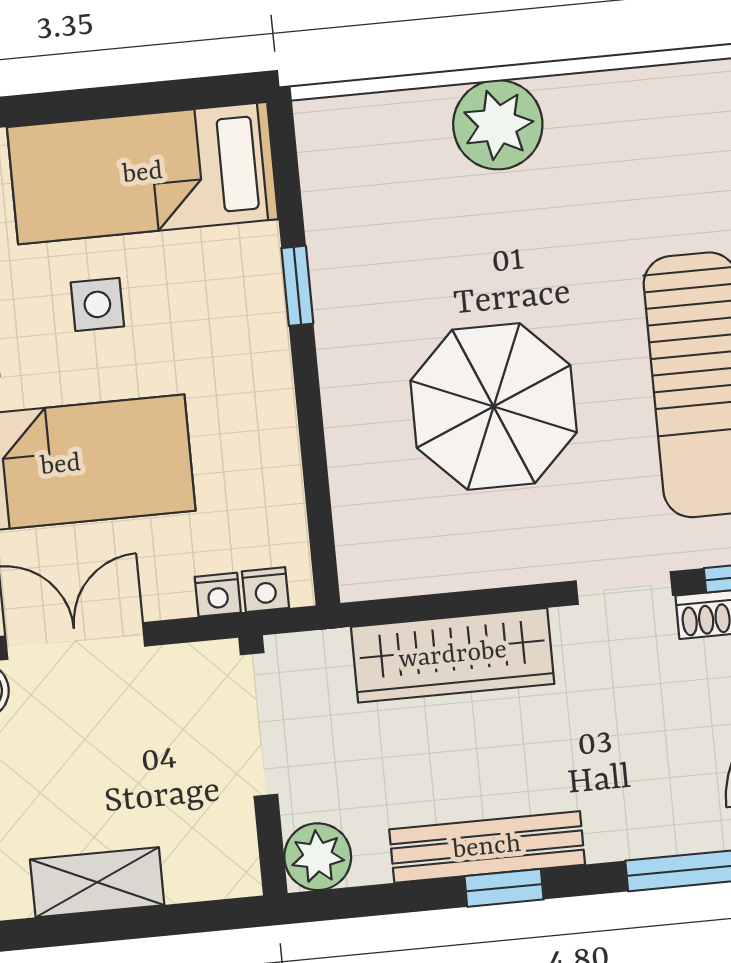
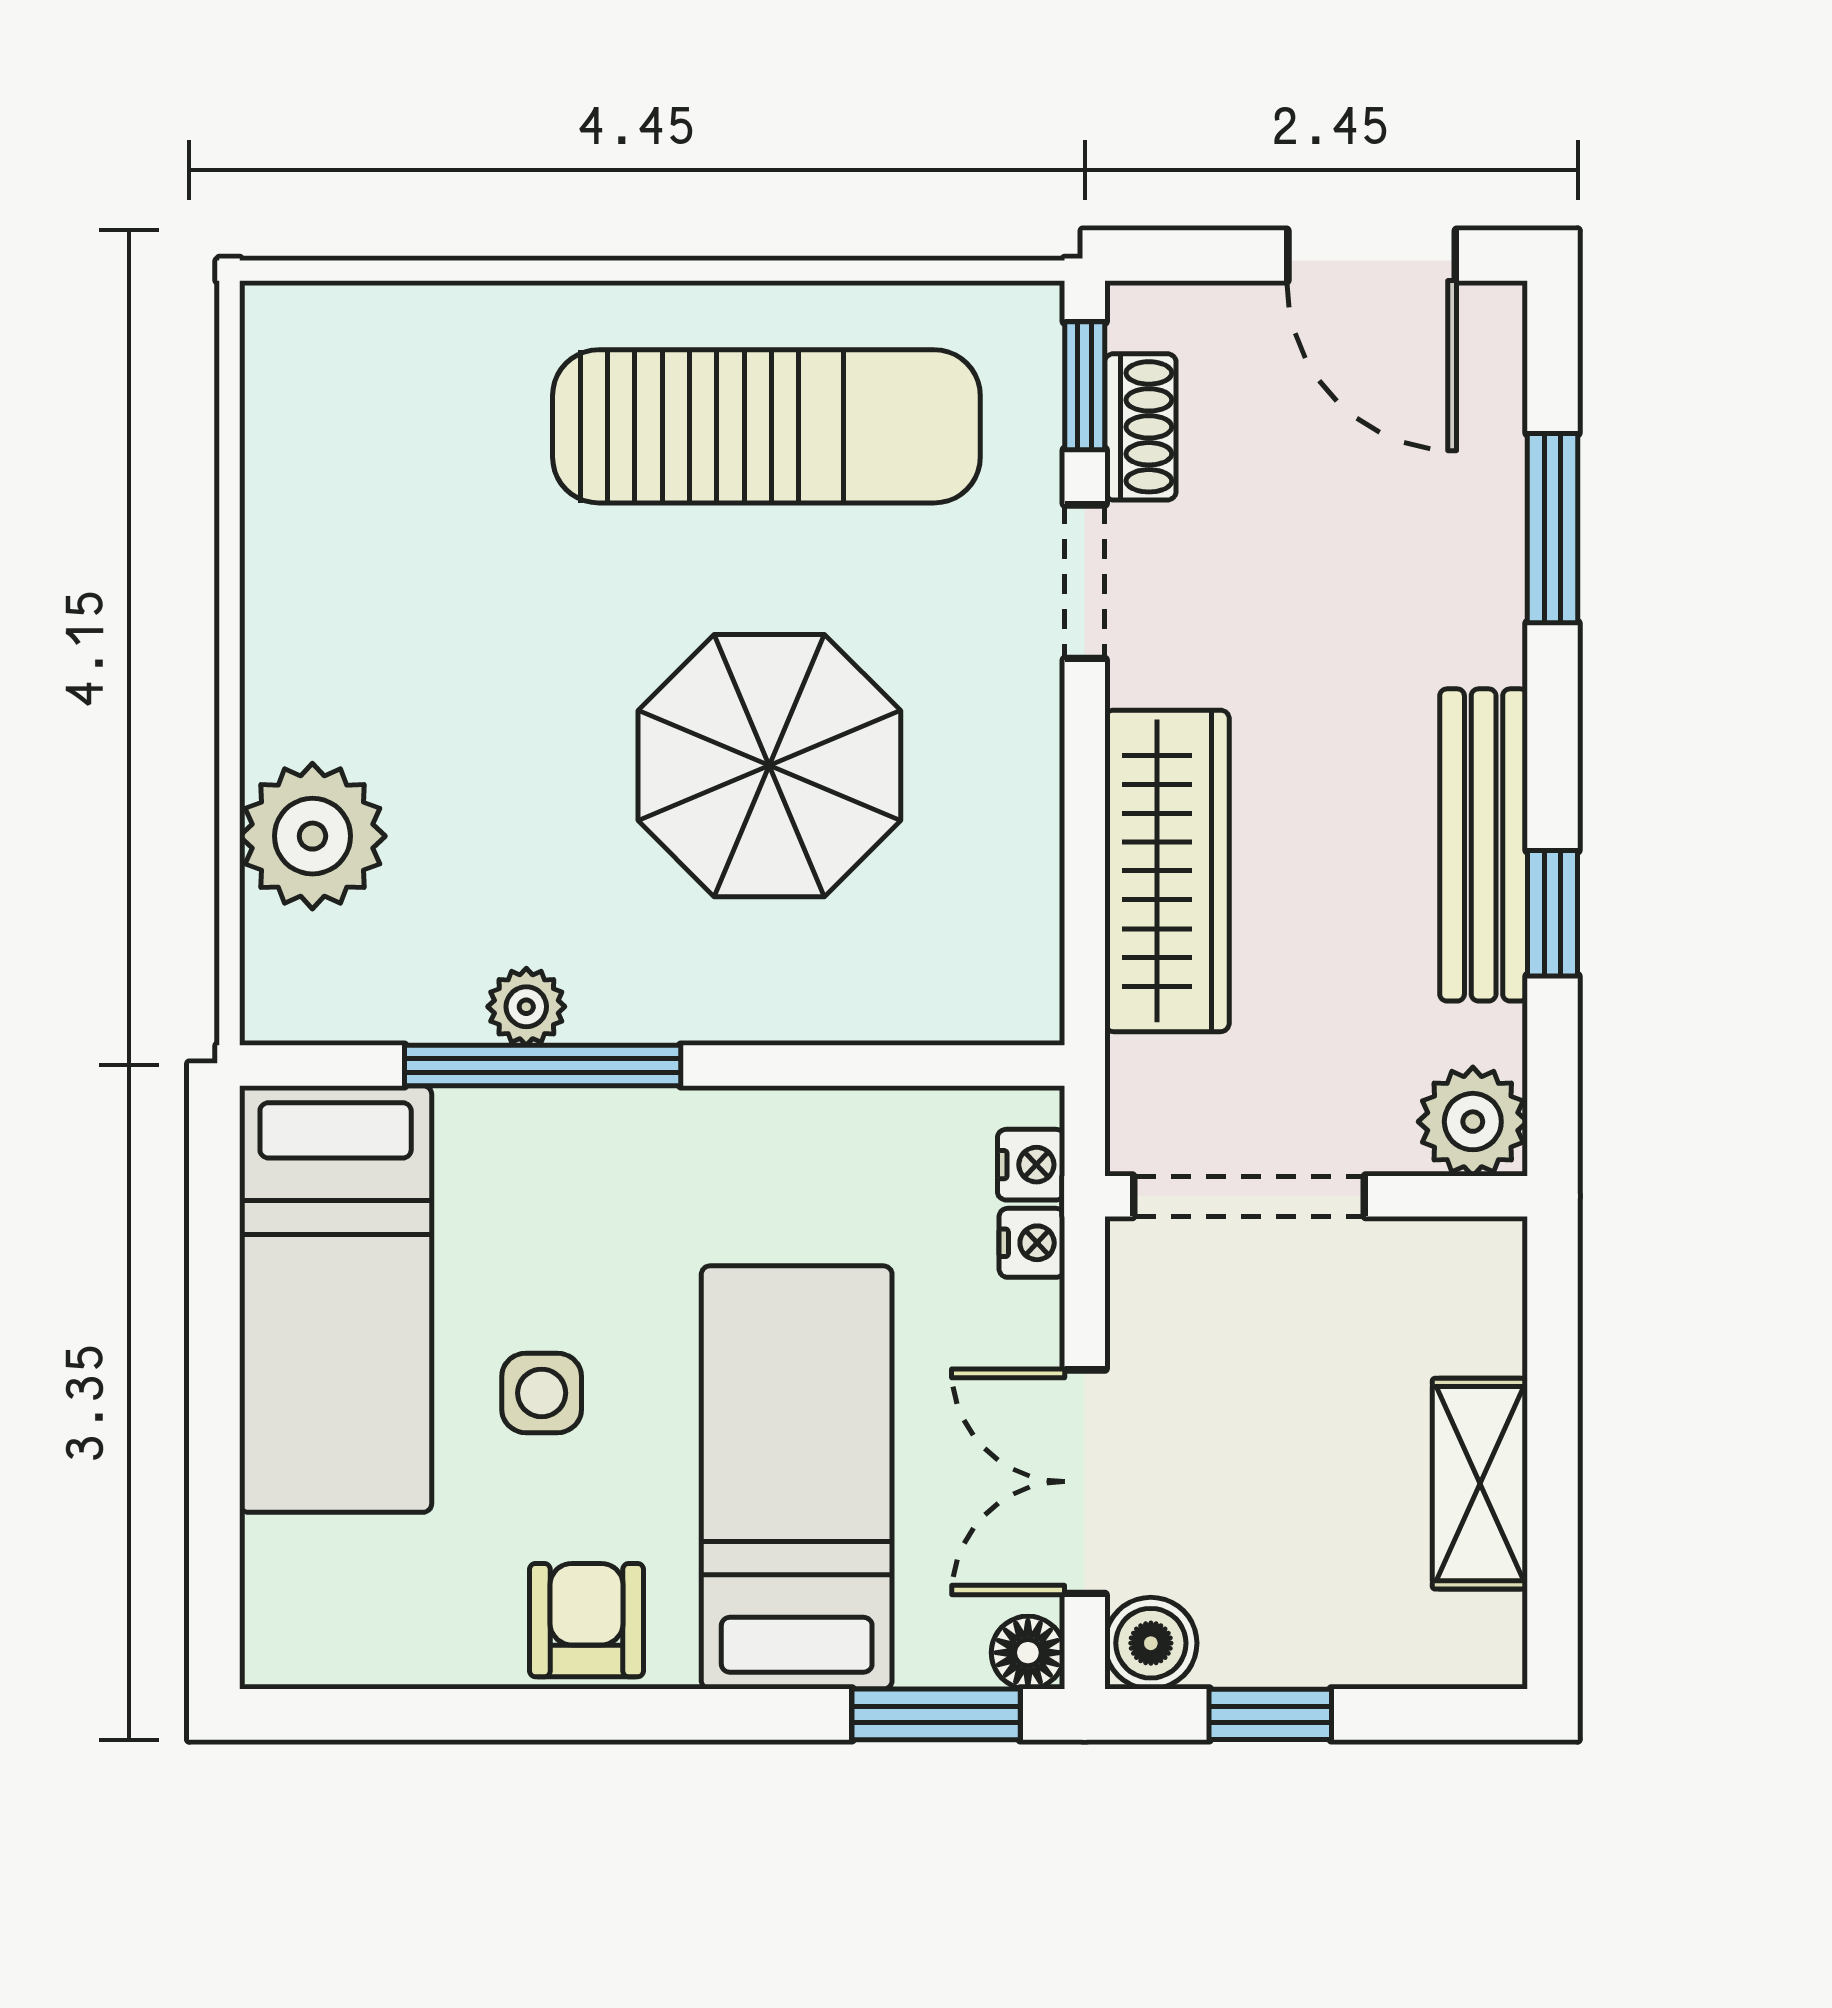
plant: (498, 125) -> (312, 836), moved
plant: (332, 272) -> (526, 1007), added
window: (297, 286) -> (543, 1065), width x2.17
window: (504, 888) -> (1553, 913), moved

